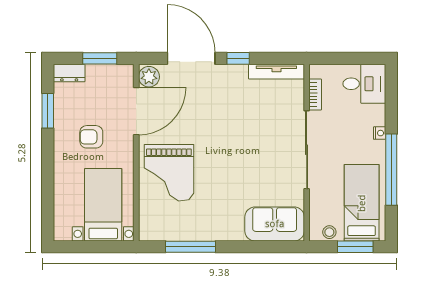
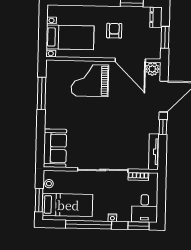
window: (391, 92) -> (139, 226), added

